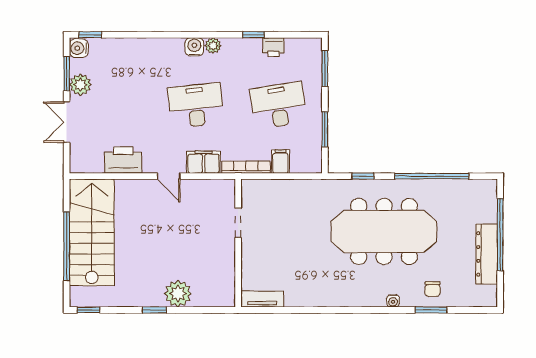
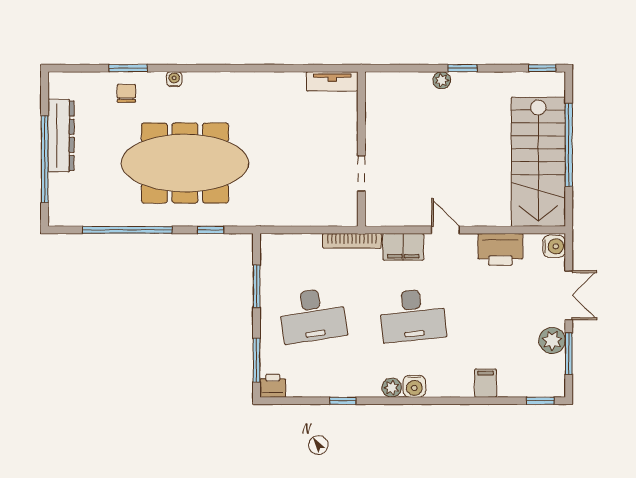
printer: (274, 47) -> (273, 386), moved
water cooler: (79, 48) -> (554, 246), moved
filing cabinet: (280, 161) -> (486, 383), moved, turned 180
plant: (178, 294) -> (442, 80), width x0.53, depth x0.53

